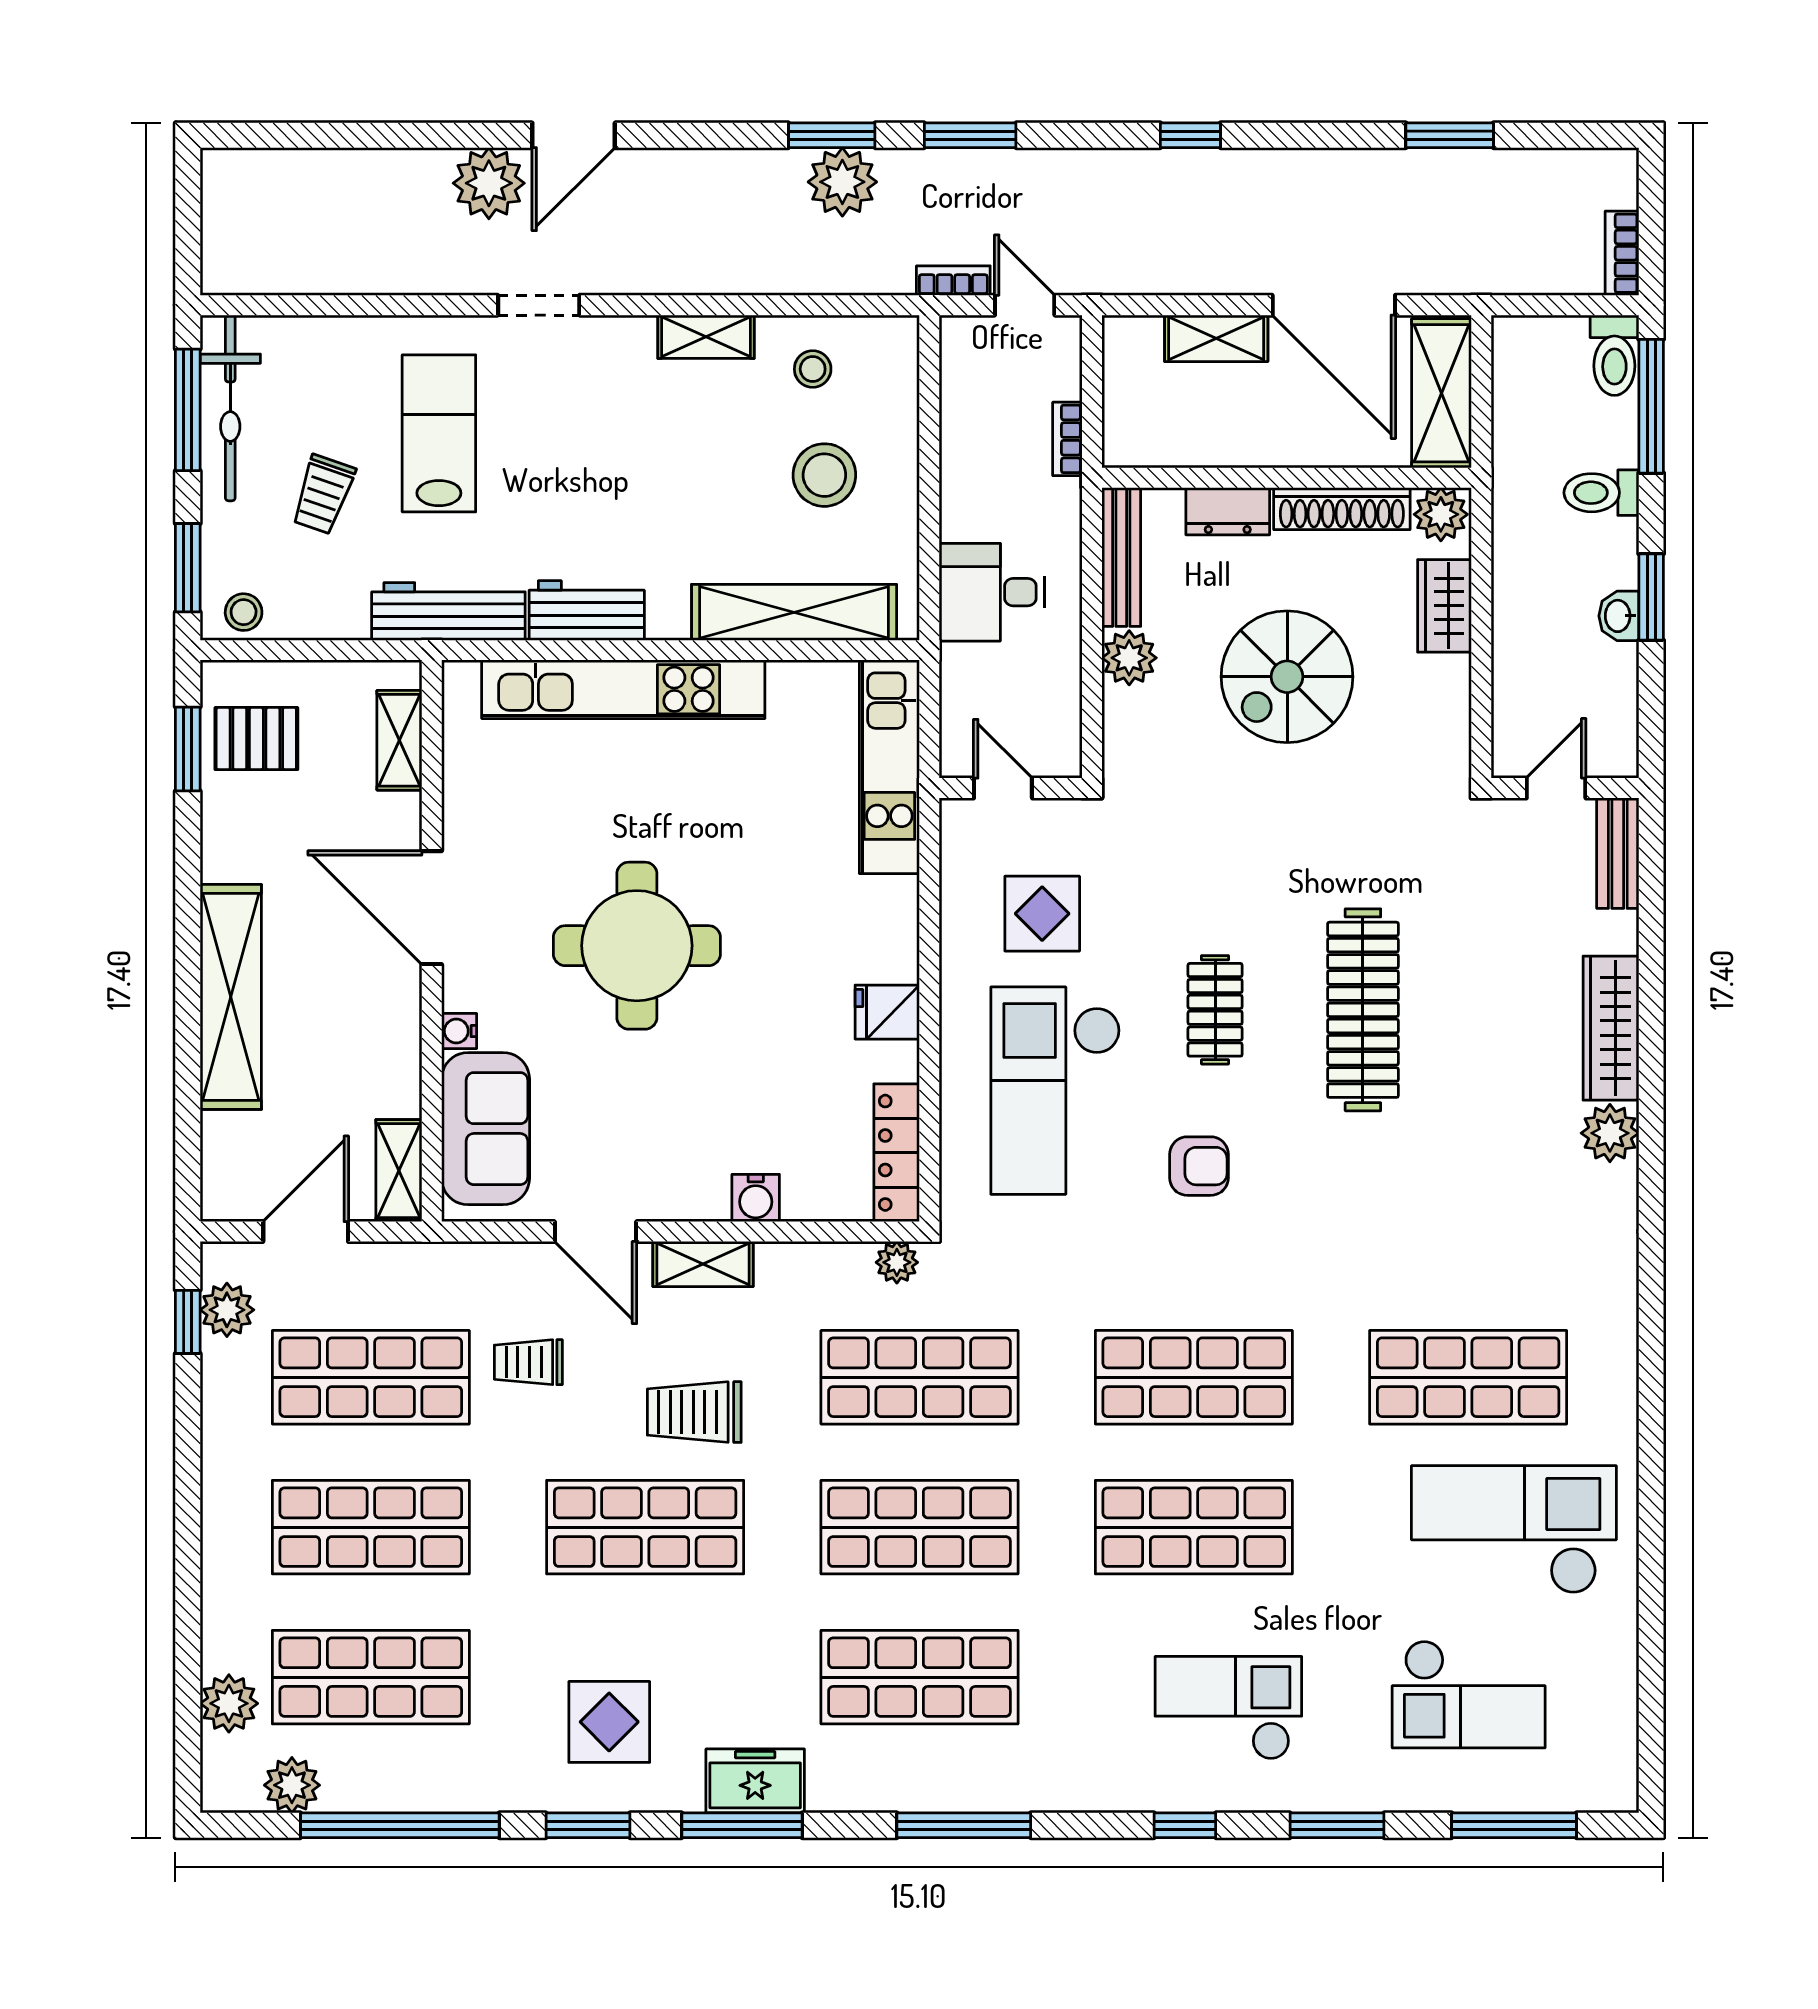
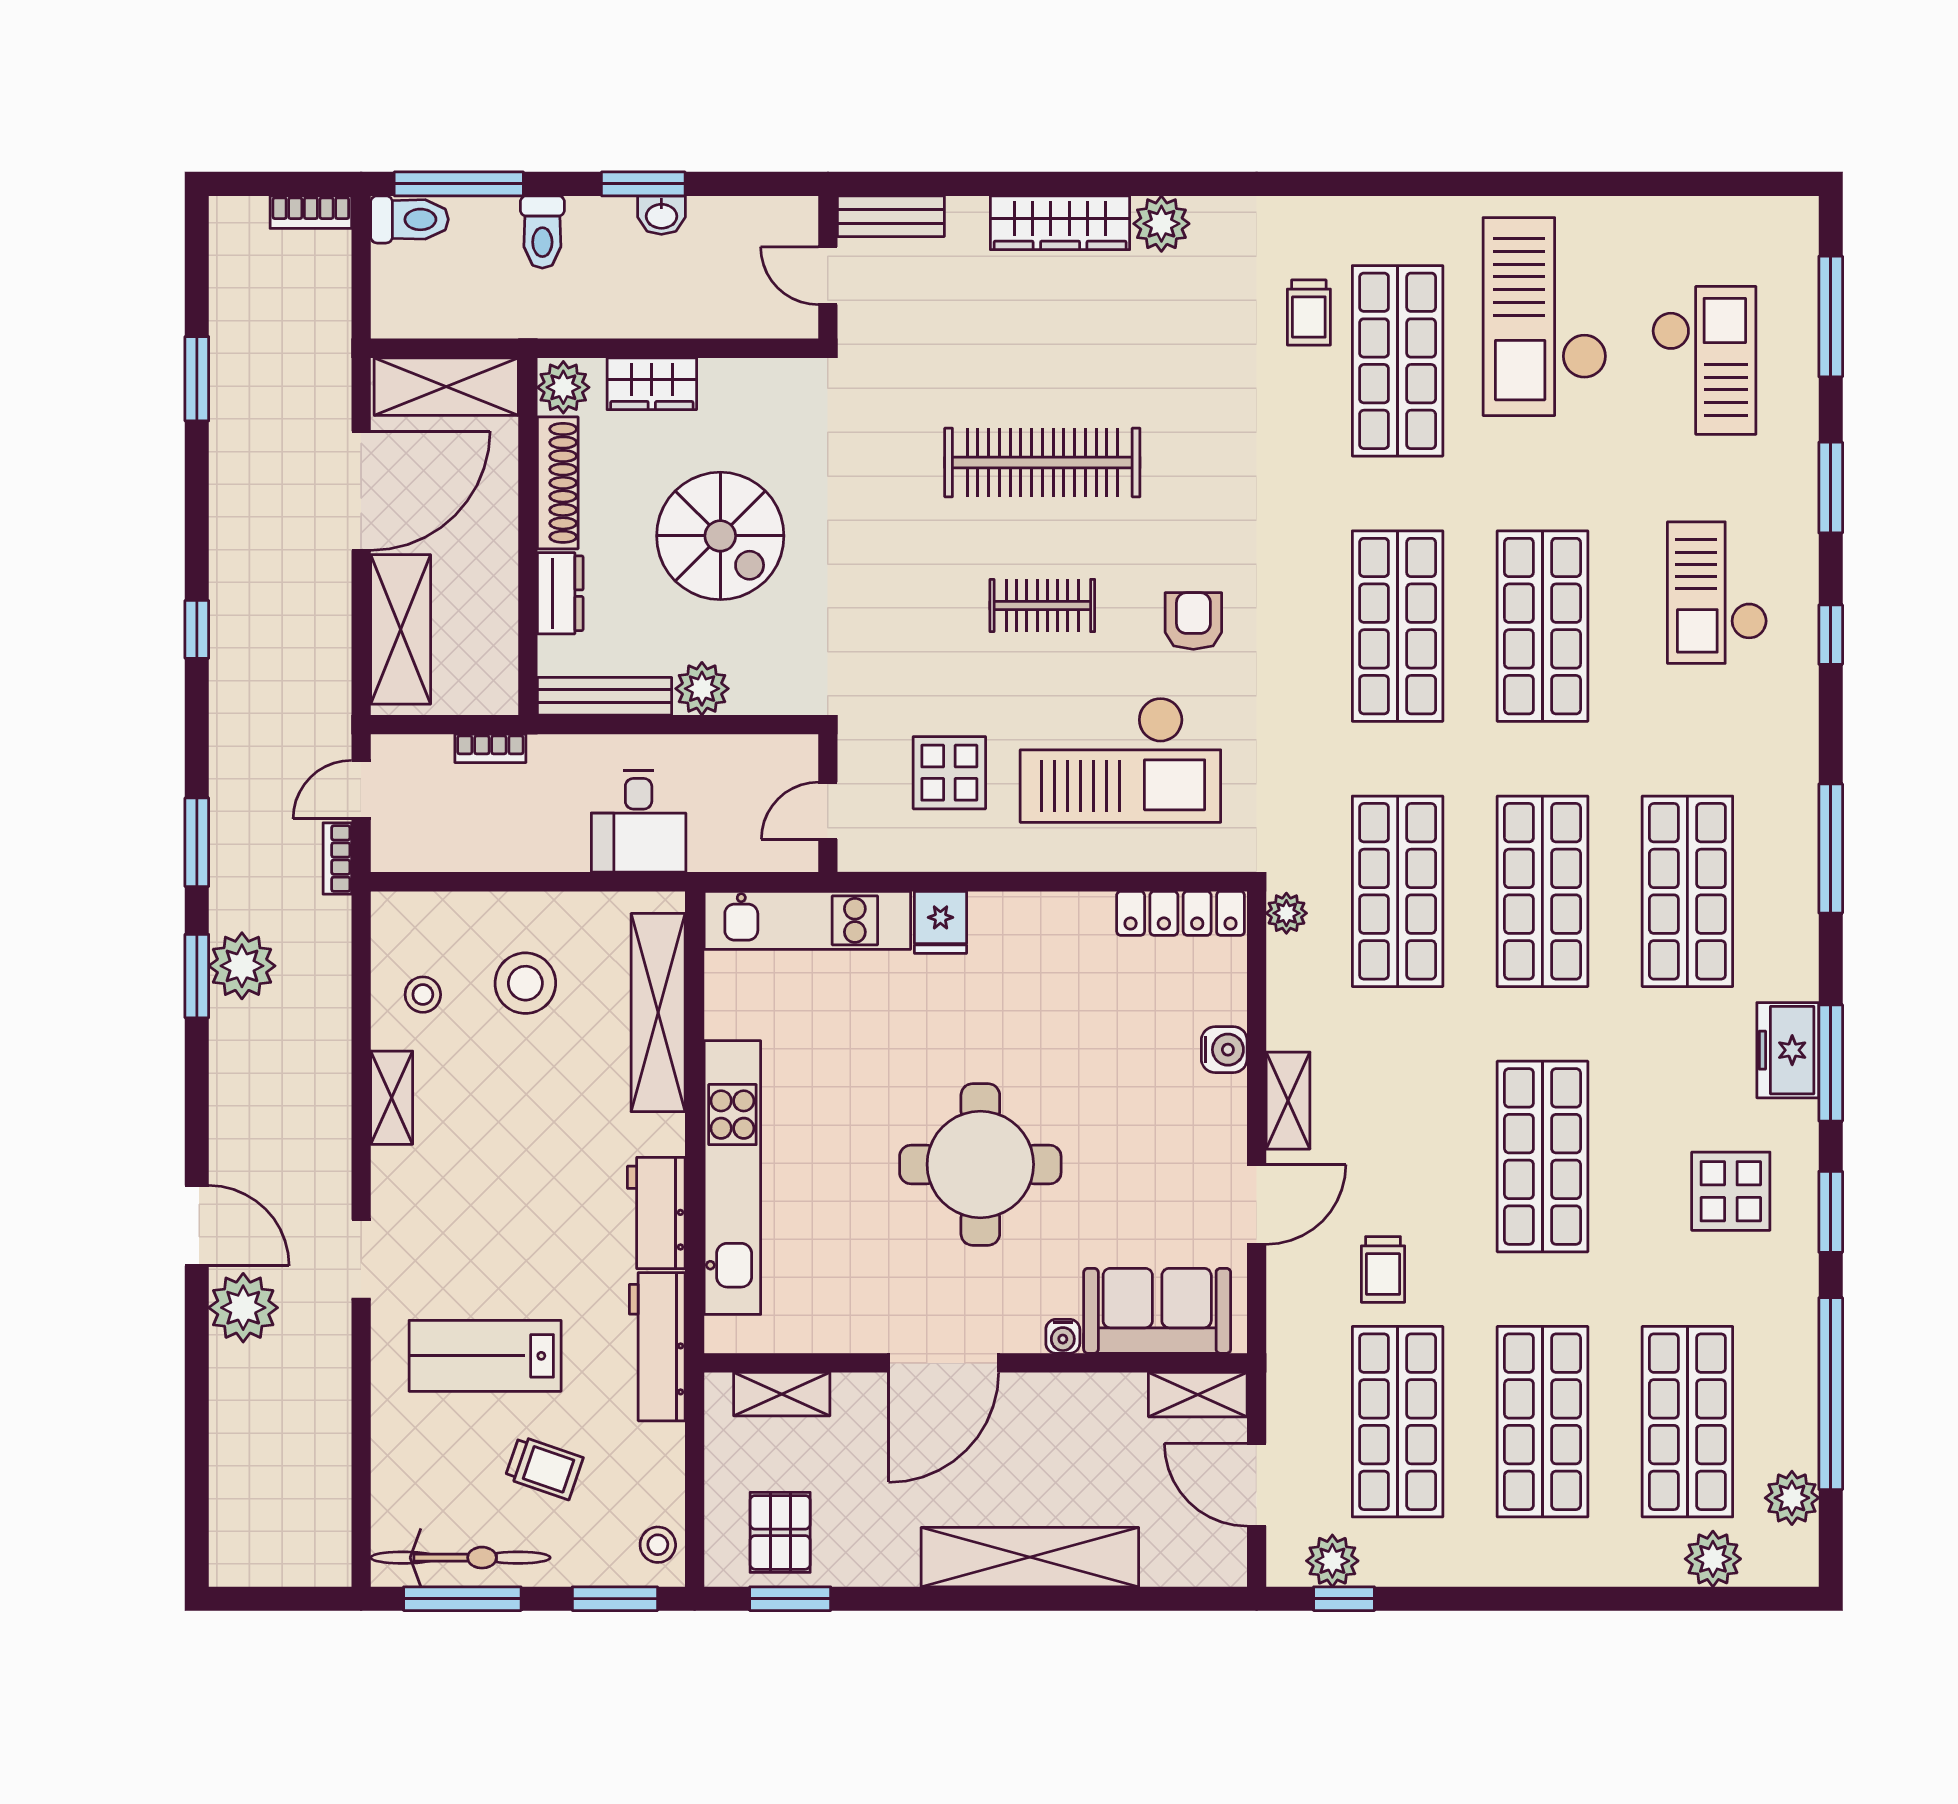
shelving: (1216, 338) -> (401, 629), width x1.50, depth x1.33
fridge: (887, 1012) -> (940, 922), moved
trolley: (694, 1412) -> (1309, 312), moved, width x0.73, depth x0.72

